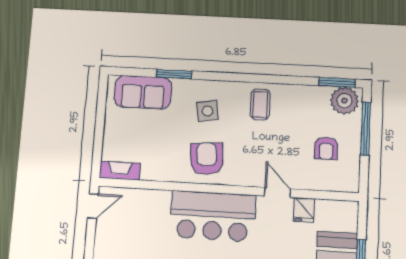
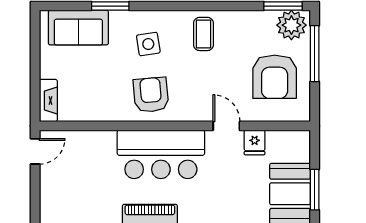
armchair: (326, 148) -> (275, 77), width x1.88, depth x1.88
fireplace: (120, 171) -> (48, 101), moved, turned 90

